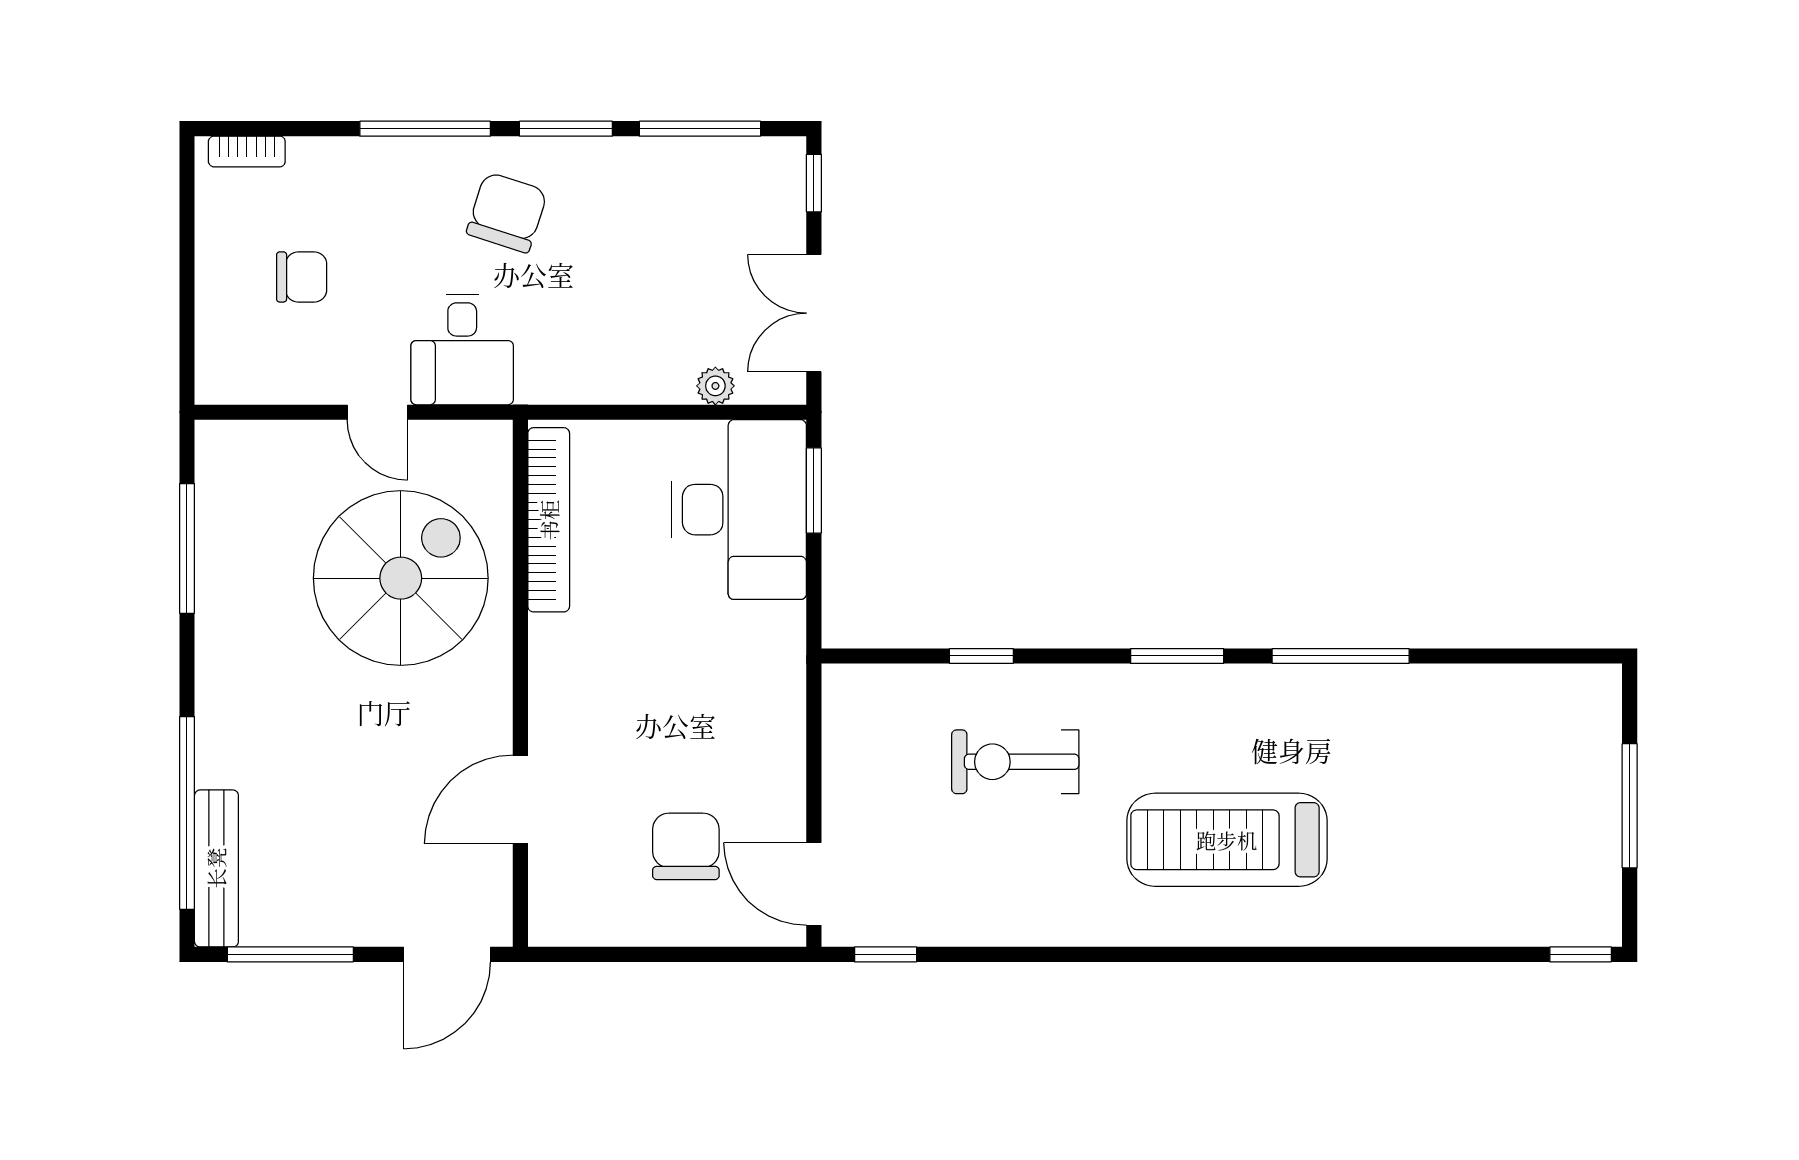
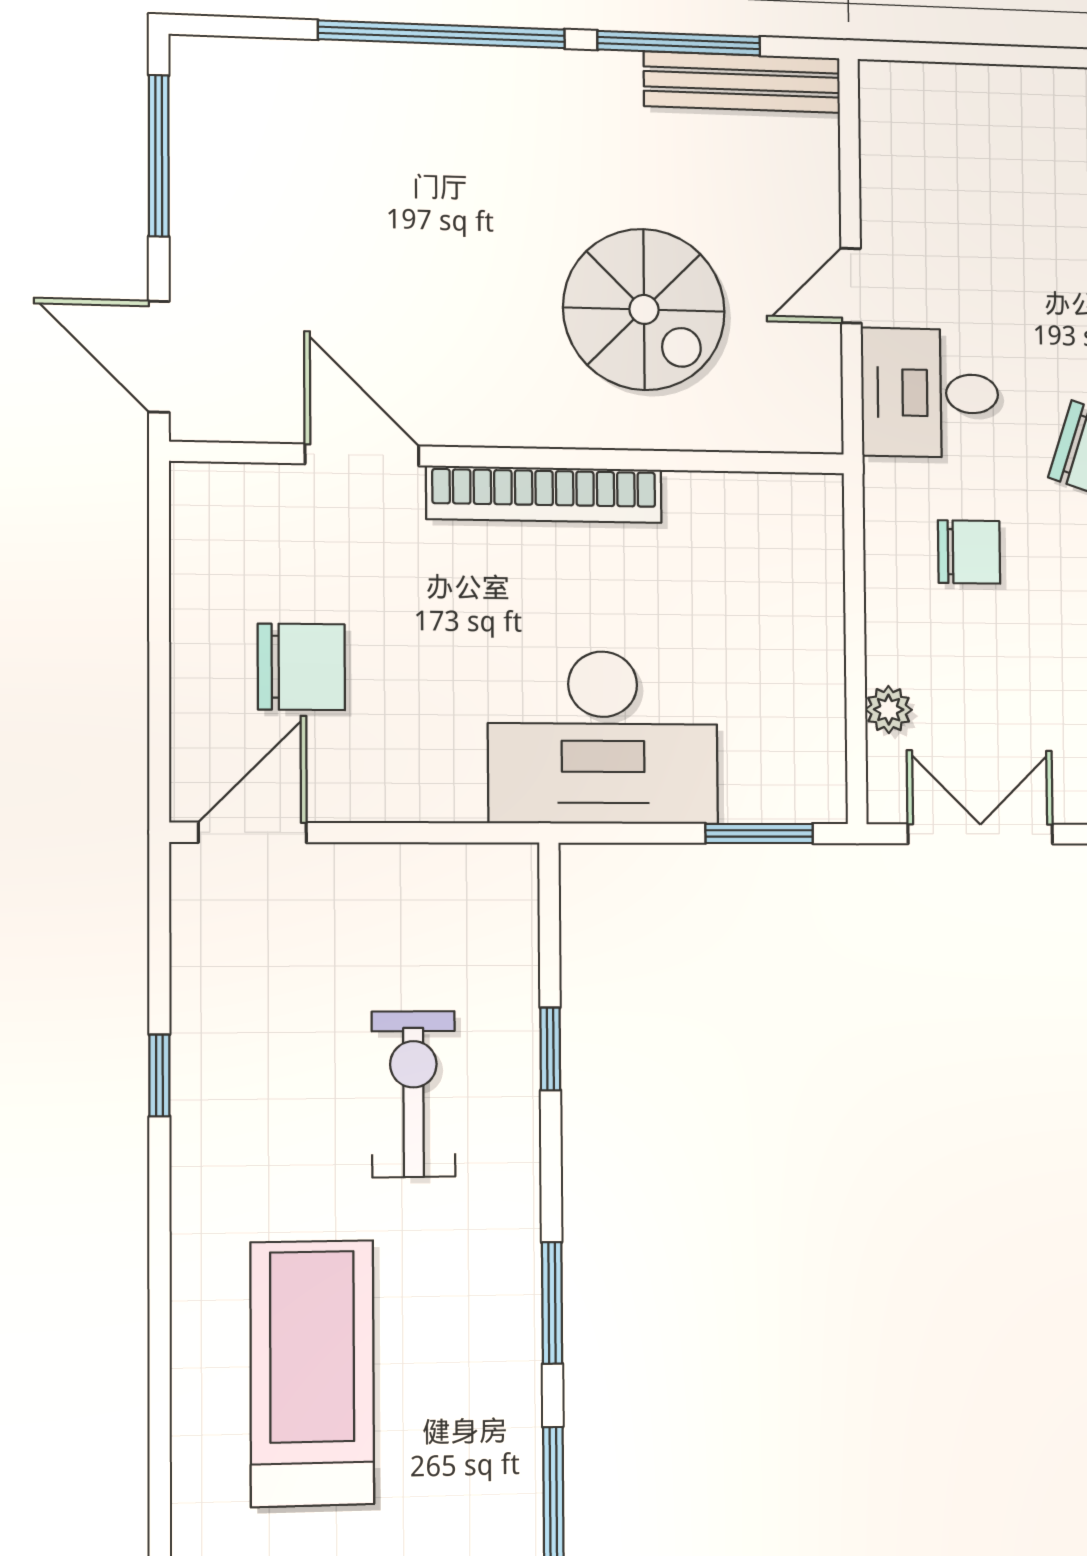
chair: (302, 277) -> (969, 552), moved, turned -90
desk: (739, 510) -> (603, 737), moved
bookcase: (549, 520) -> (544, 494), moved
spiral stairs: (401, 578) -> (644, 309), width x0.73, depth x0.73
window: (187, 813) -> (442, 34), moved
bench: (216, 868) -> (742, 82), moved
window: (886, 954) -> (159, 1075), moved

